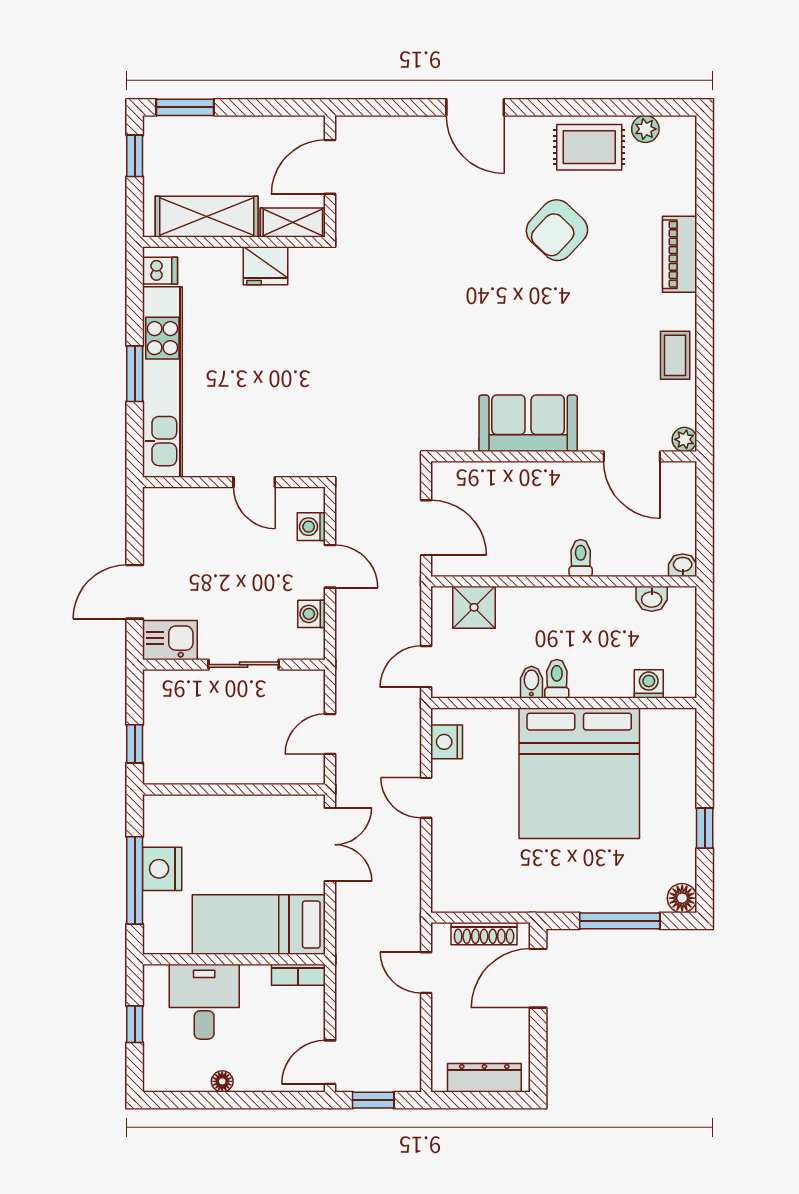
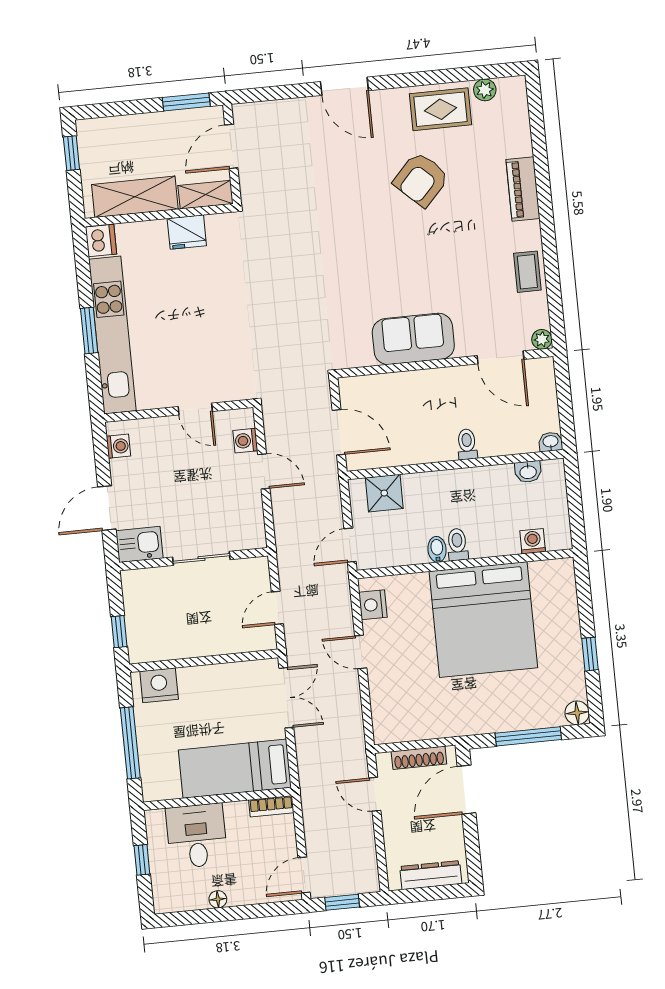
window: (185, 107) -> (186, 102), moved
dishwasher: (160, 271) -> (101, 240), width x1.38
washing machine: (312, 614) -> (118, 446), moved, turned 180
nightstand: (162, 869) -> (159, 685), moved, turned 90

